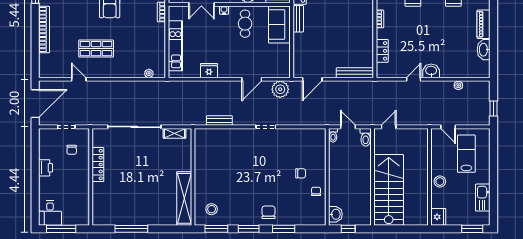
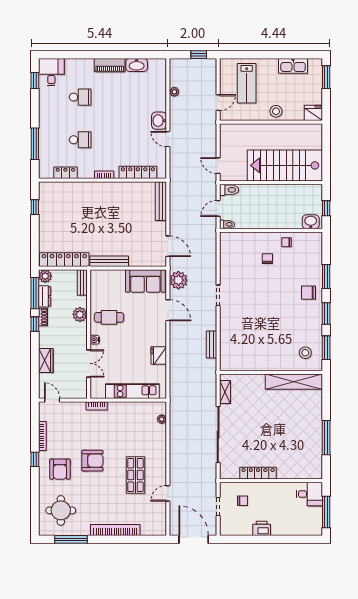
bench: (298, 19) -> (109, 261), width x1.36
sofa: (279, 24) -> (145, 281), moved
locker: (382, 51) -> (138, 172), width x1.53
lab bench: (466, 154) -> (247, 83), turned -90
desk: (50, 213) -> (309, 494), moved

